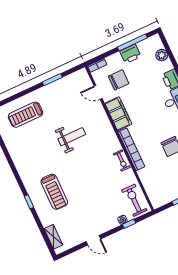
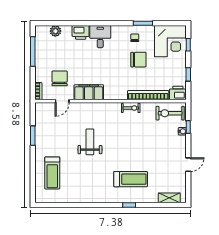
printer: (130, 54) -> (178, 93), moved, turned -90
bookcase: (131, 149) -> (148, 95), moved

